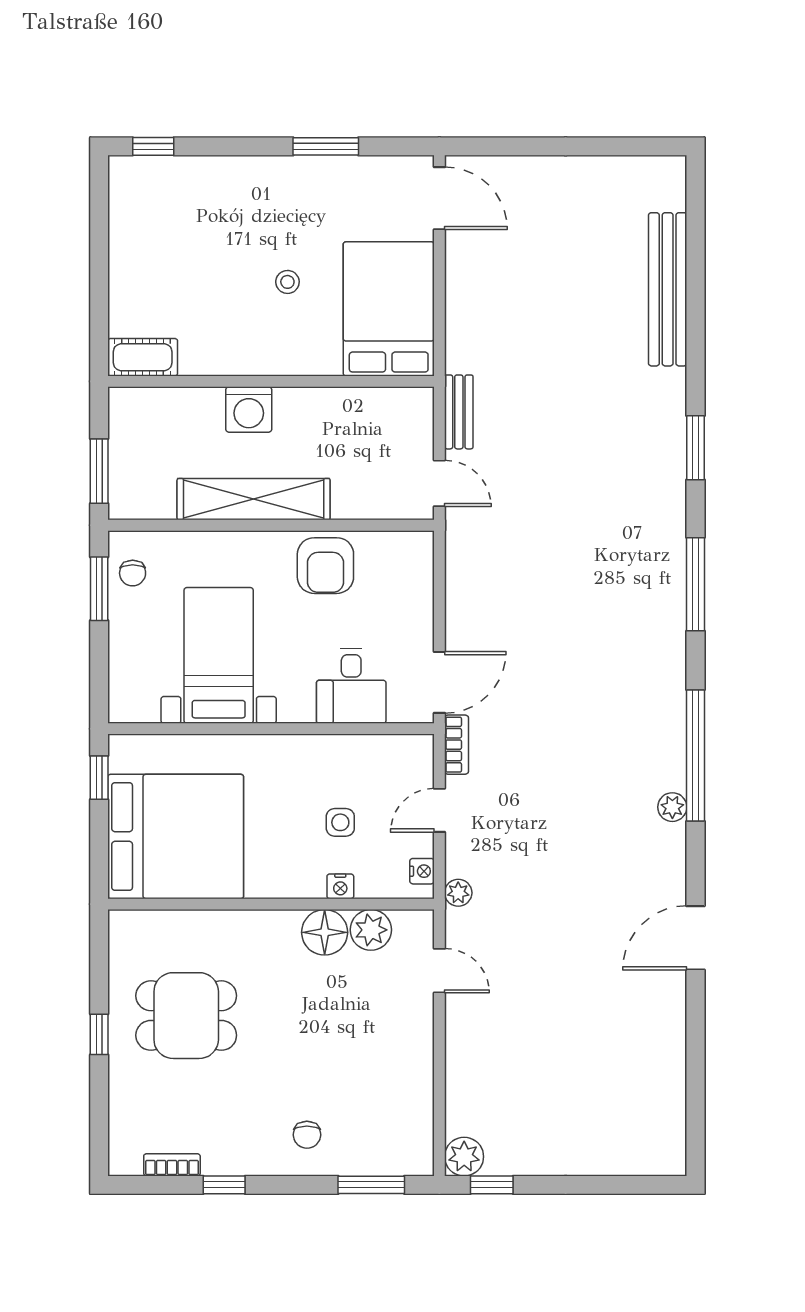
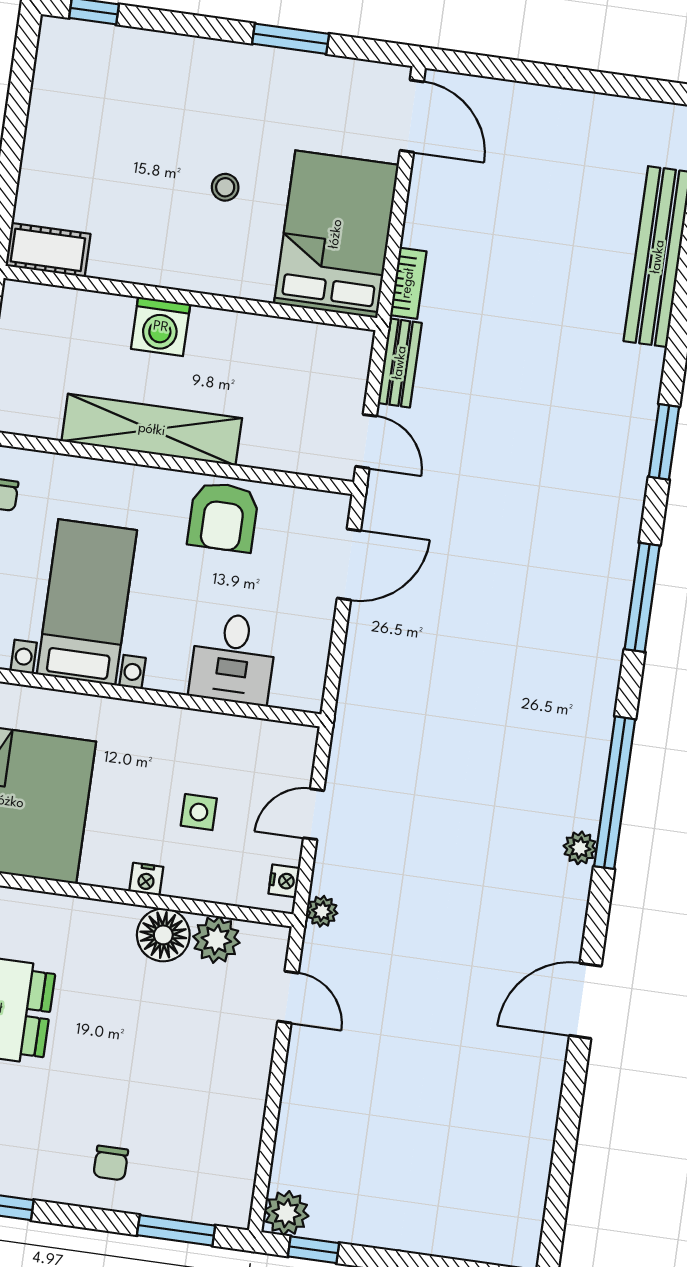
door: (439, 682) -> (349, 564), moved
bookcase: (457, 745) -> (408, 283), moved
nightstand: (340, 886) -> (146, 879), moved

